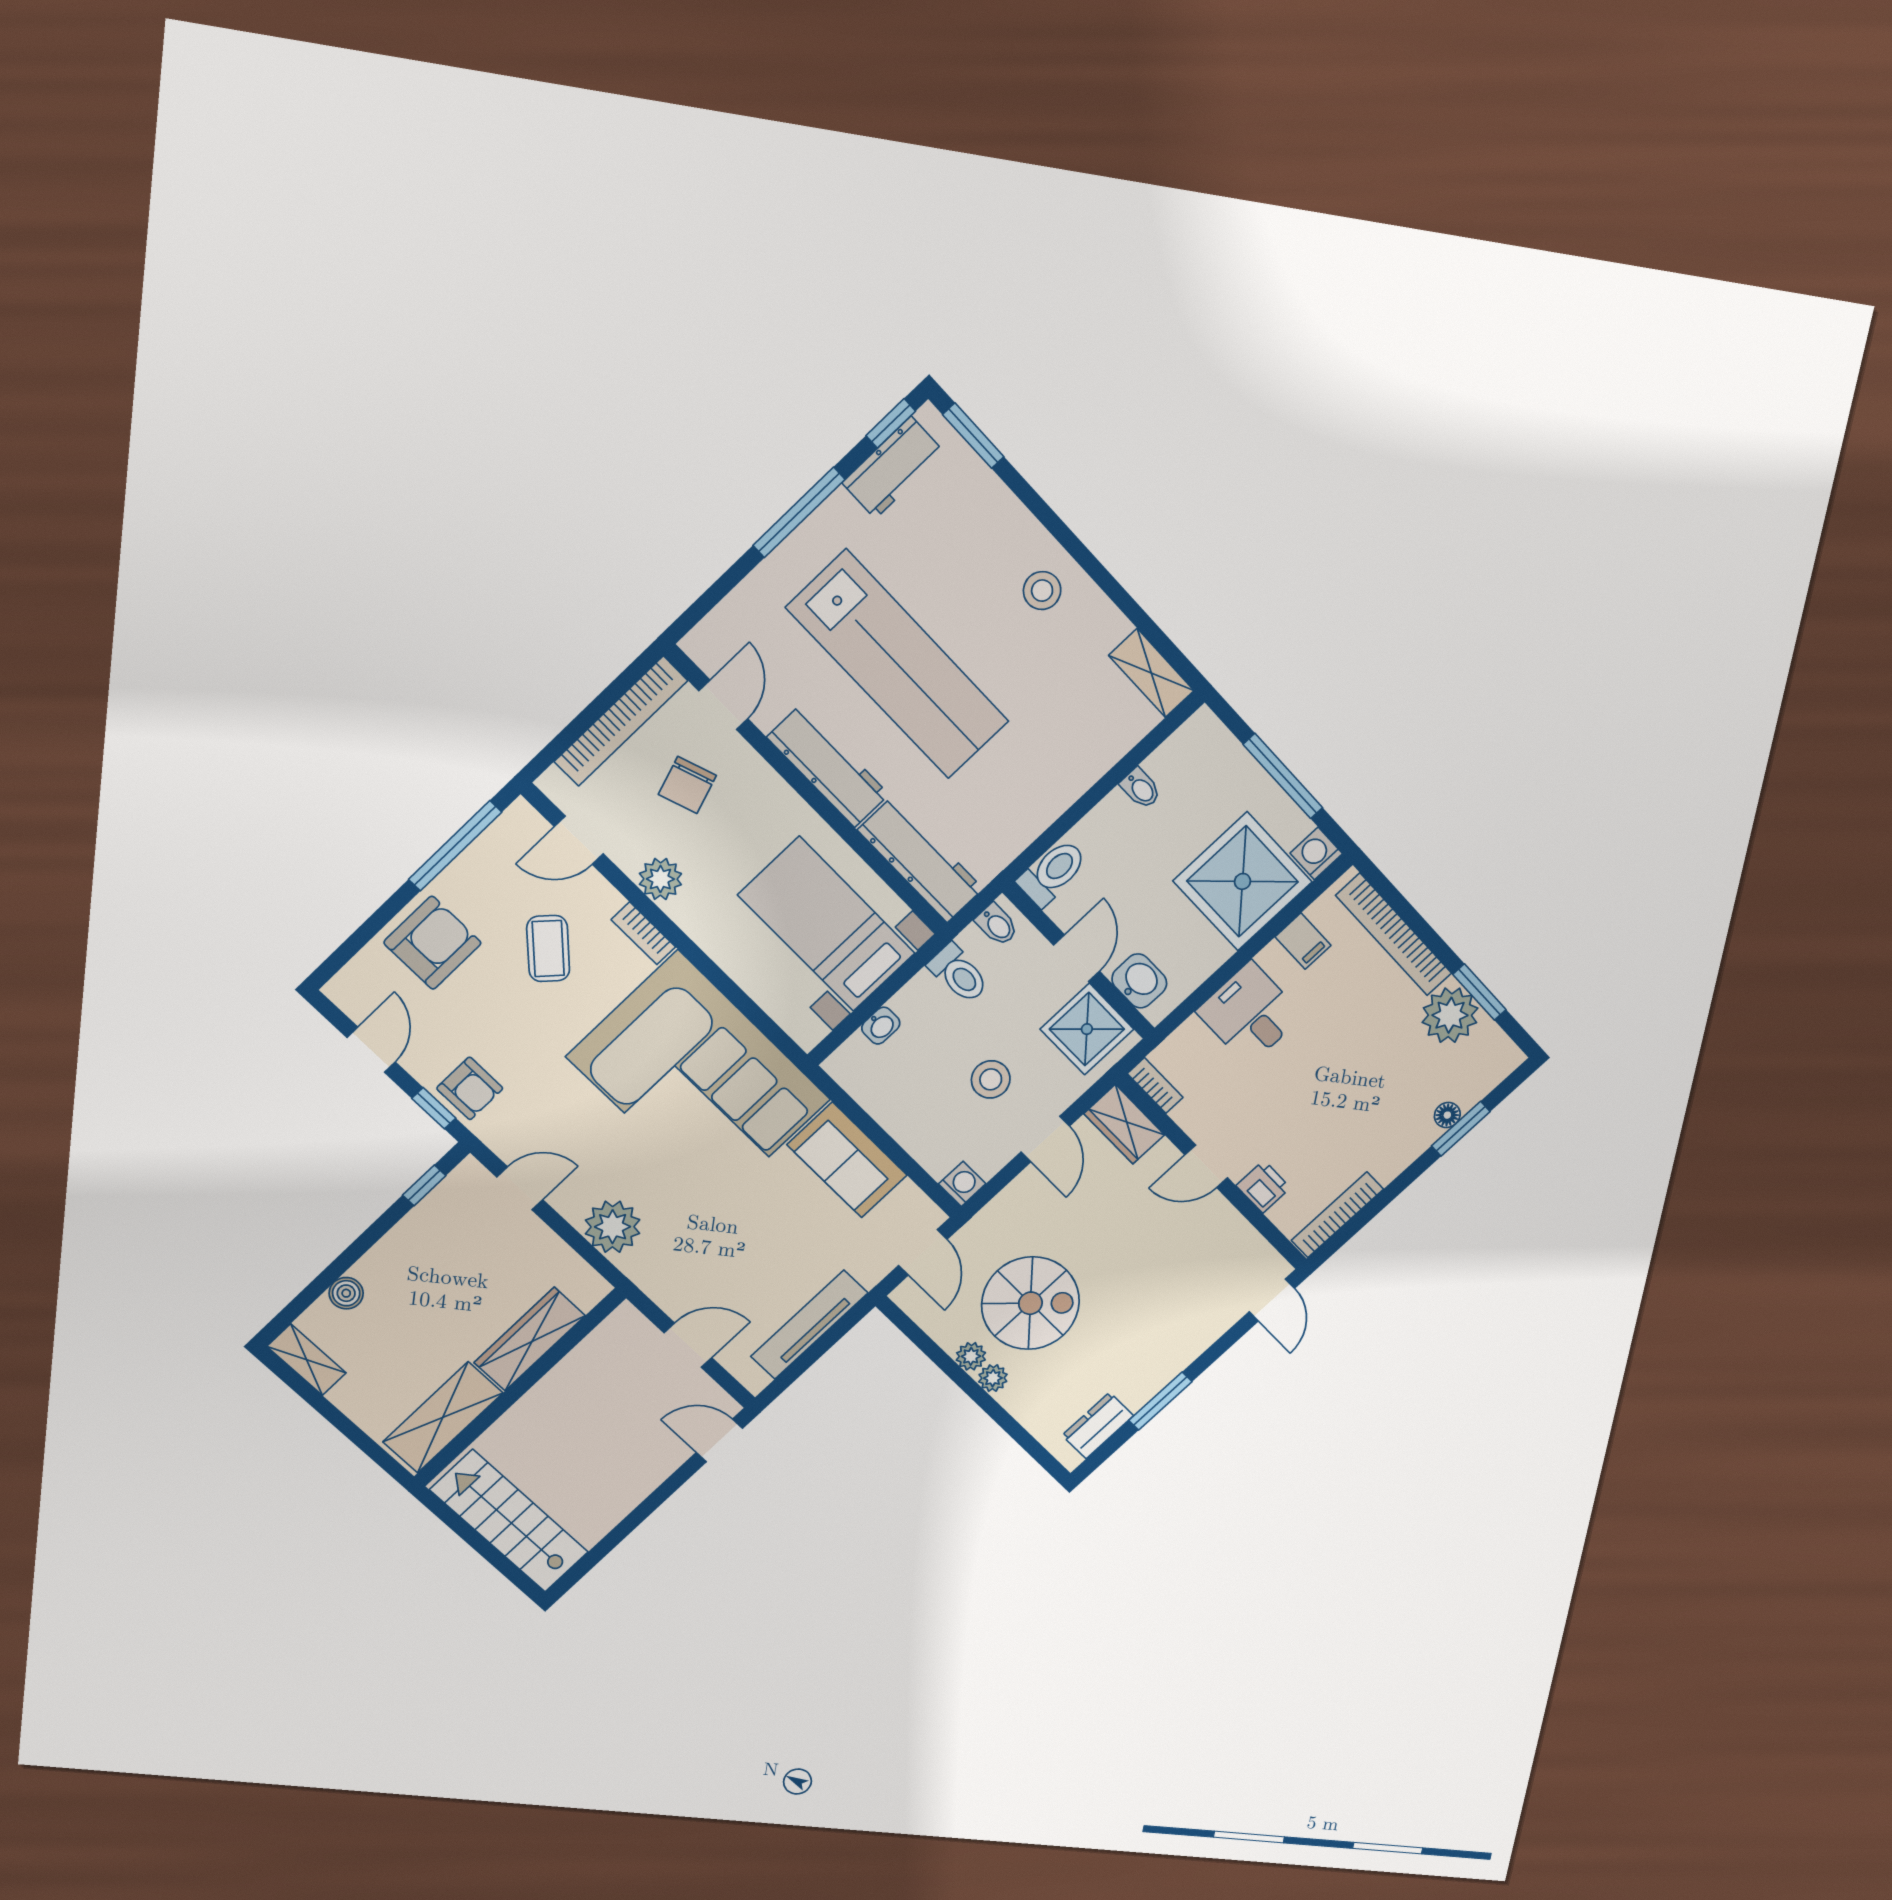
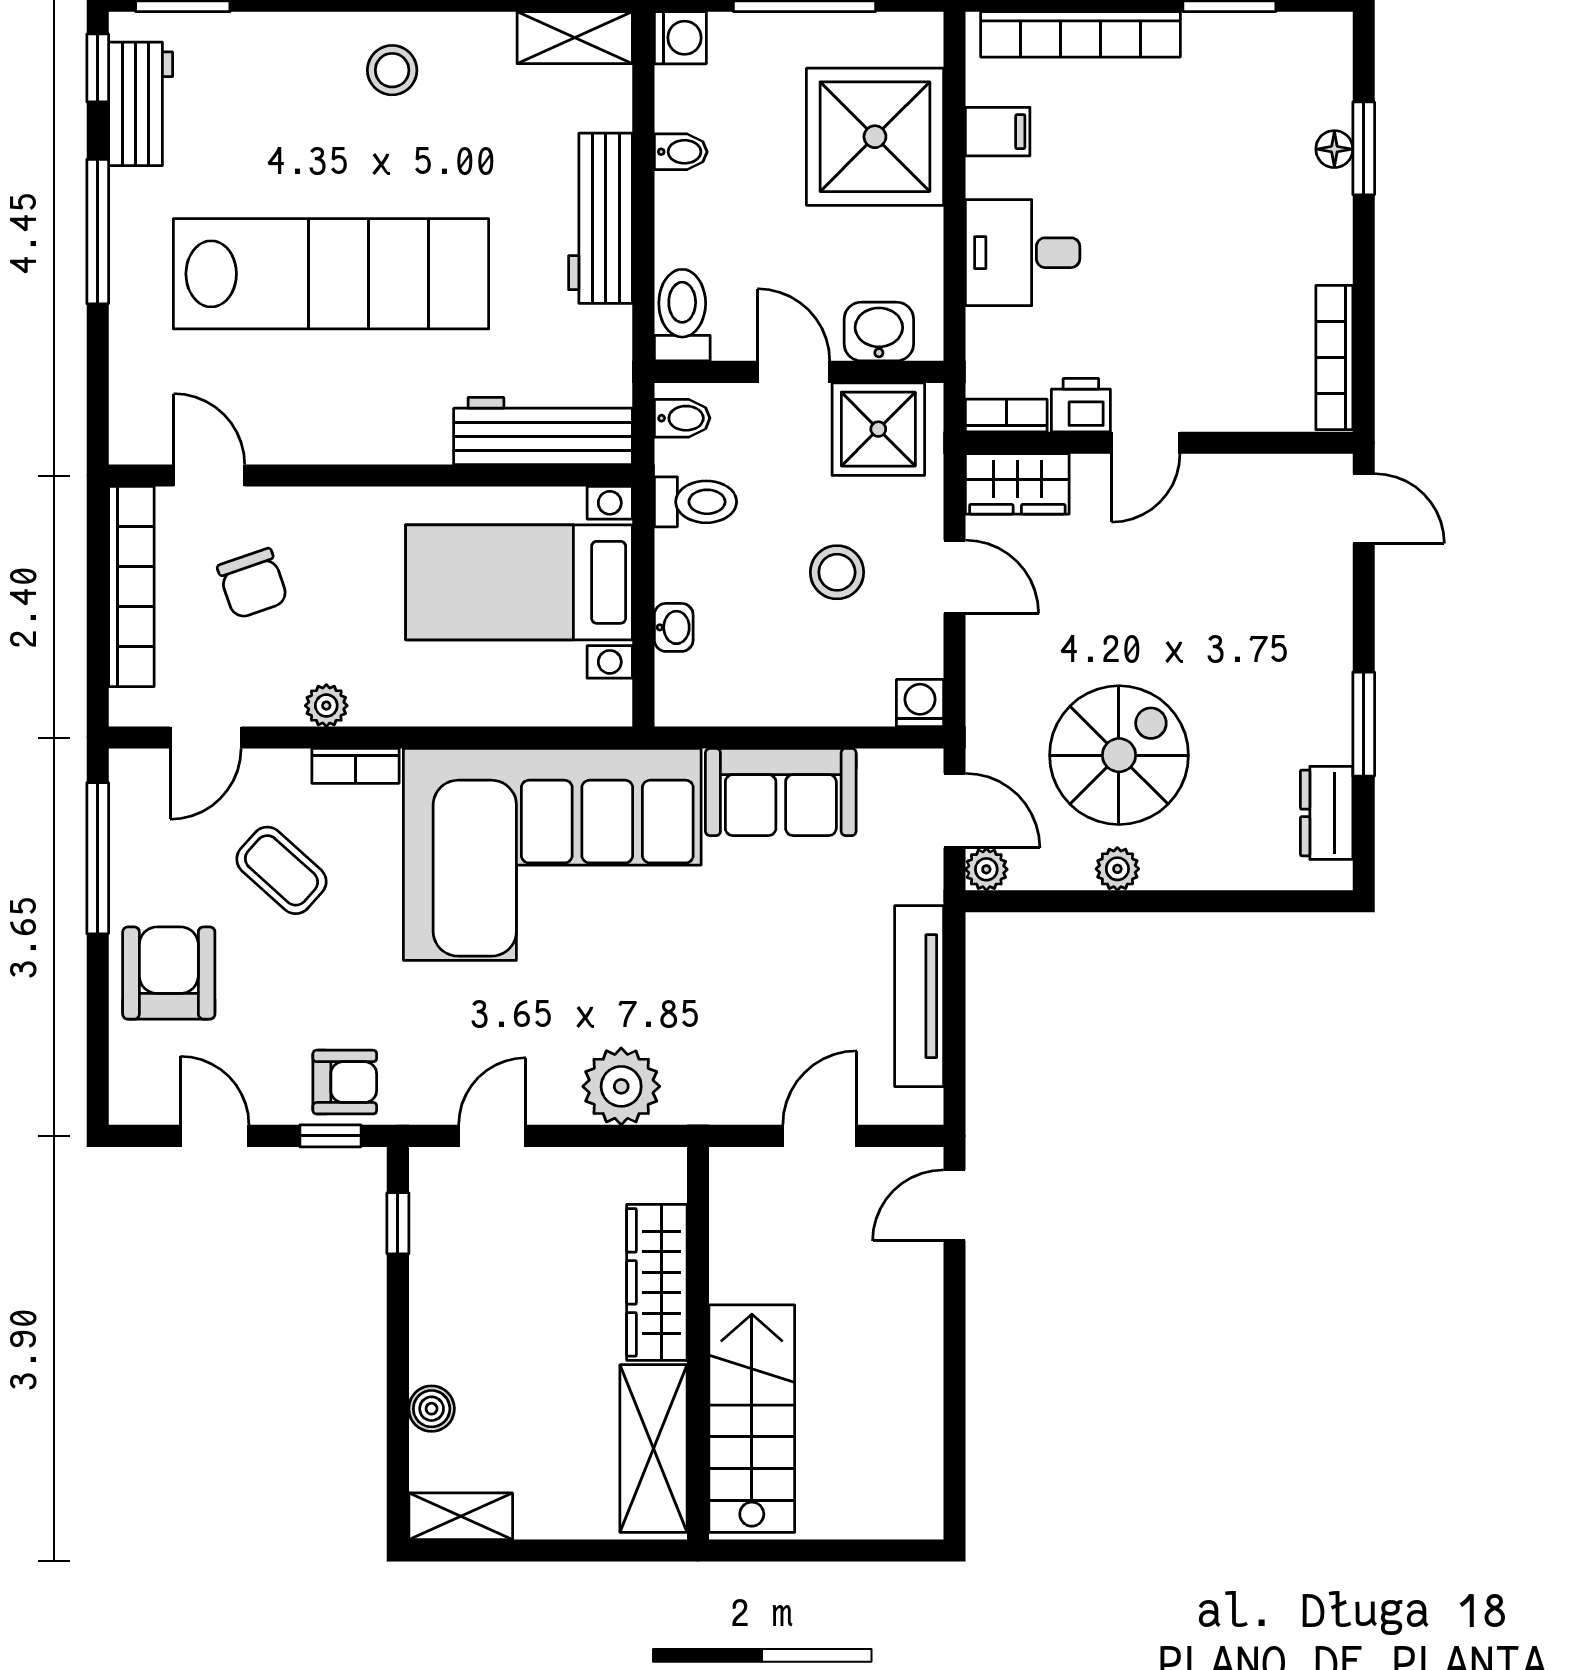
workbench: (828, 766) -> (601, 218), moved, turned -90
washing machine: (1316, 853) -> (680, 38), moved, turned 180
plant: (660, 879) -> (326, 706), width x0.73, depth x0.73
plant: (1450, 1015) -> (1225, 52), removed
printer: (1263, 1187) -> (1081, 405), moved
plant: (993, 1378) -> (986, 869), moved
stairs: (509, 1521) -> (752, 1419), moved, turned 90

